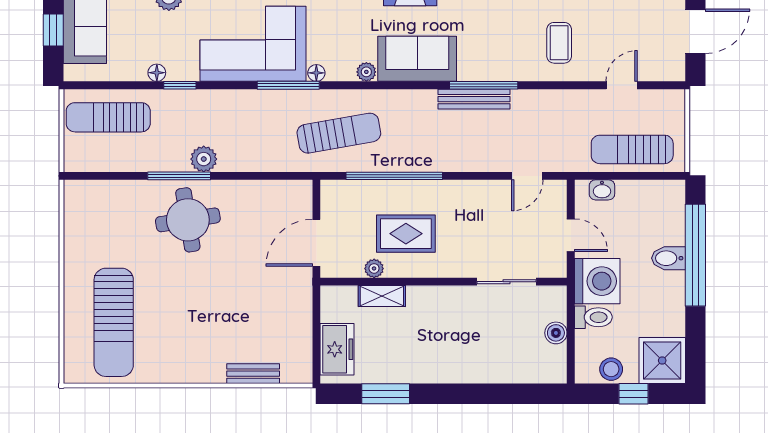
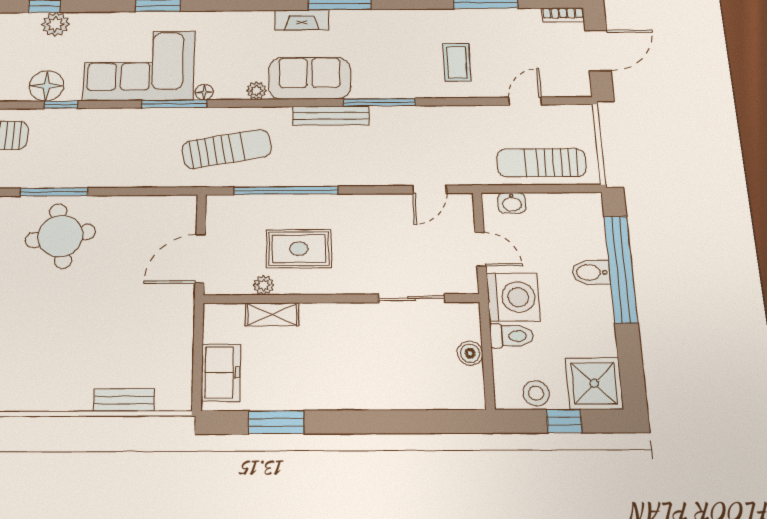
floor lamp: (157, 73) -> (46, 86), width x1.89, depth x1.89
bench: (474, 99) -> (331, 116), moved
plant: (204, 159) -> (82, 175), removed

